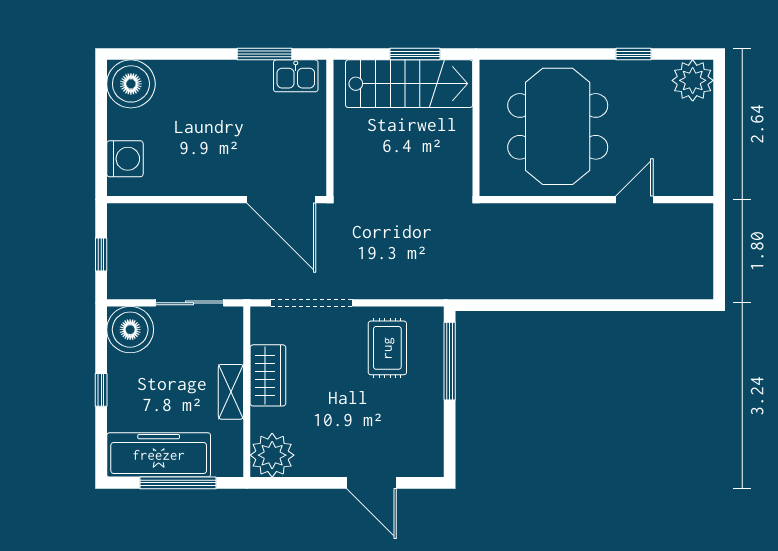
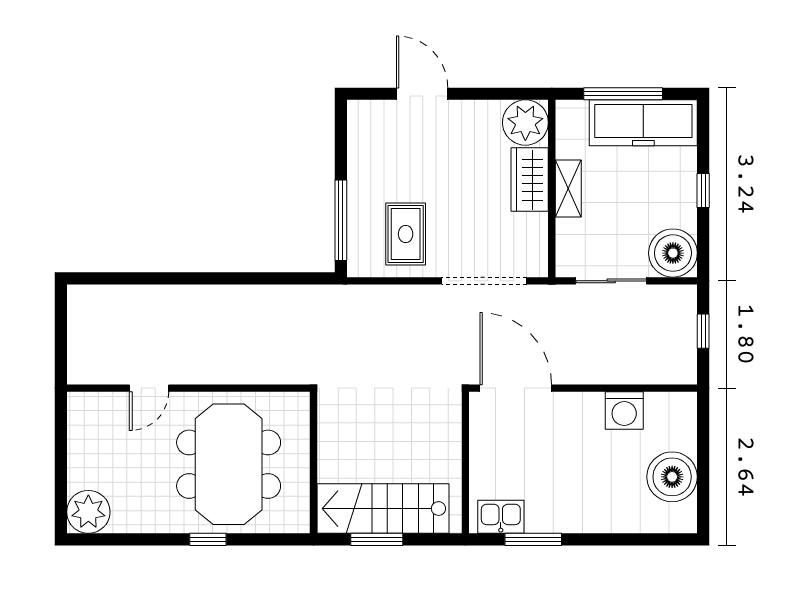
window: (633, 54) -> (208, 539), moved
boiler: (131, 84) -> (672, 477), moved
washing machine: (125, 159) -> (624, 410), moved, turned -90
wardrobe: (268, 375) -> (530, 180), moved

